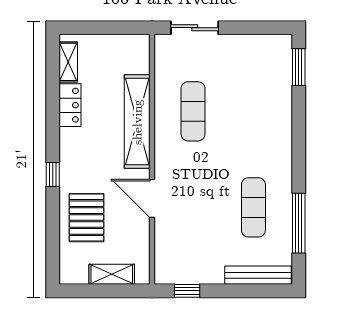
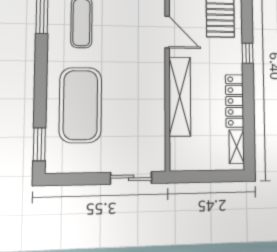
locker: (70, 105) -> (235, 101), width x1.53
exercise mat: (193, 111) -> (80, 105), moved, width x2.00, depth x1.45

